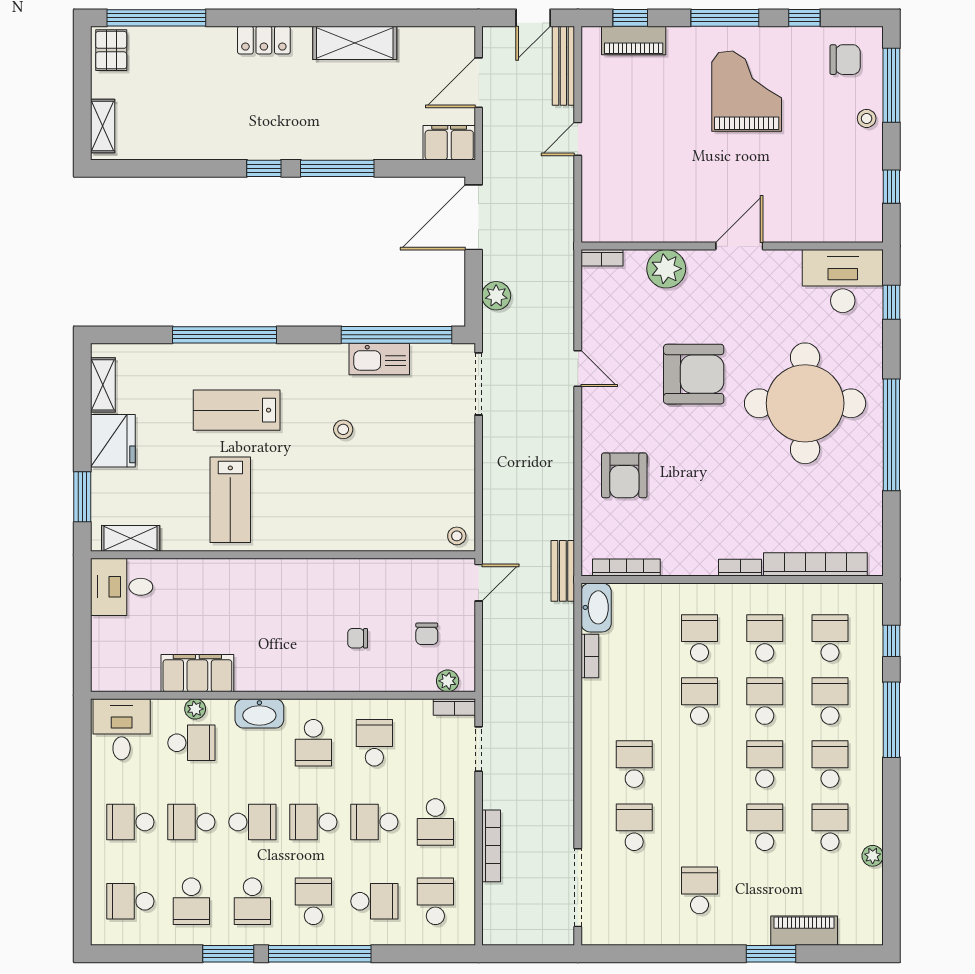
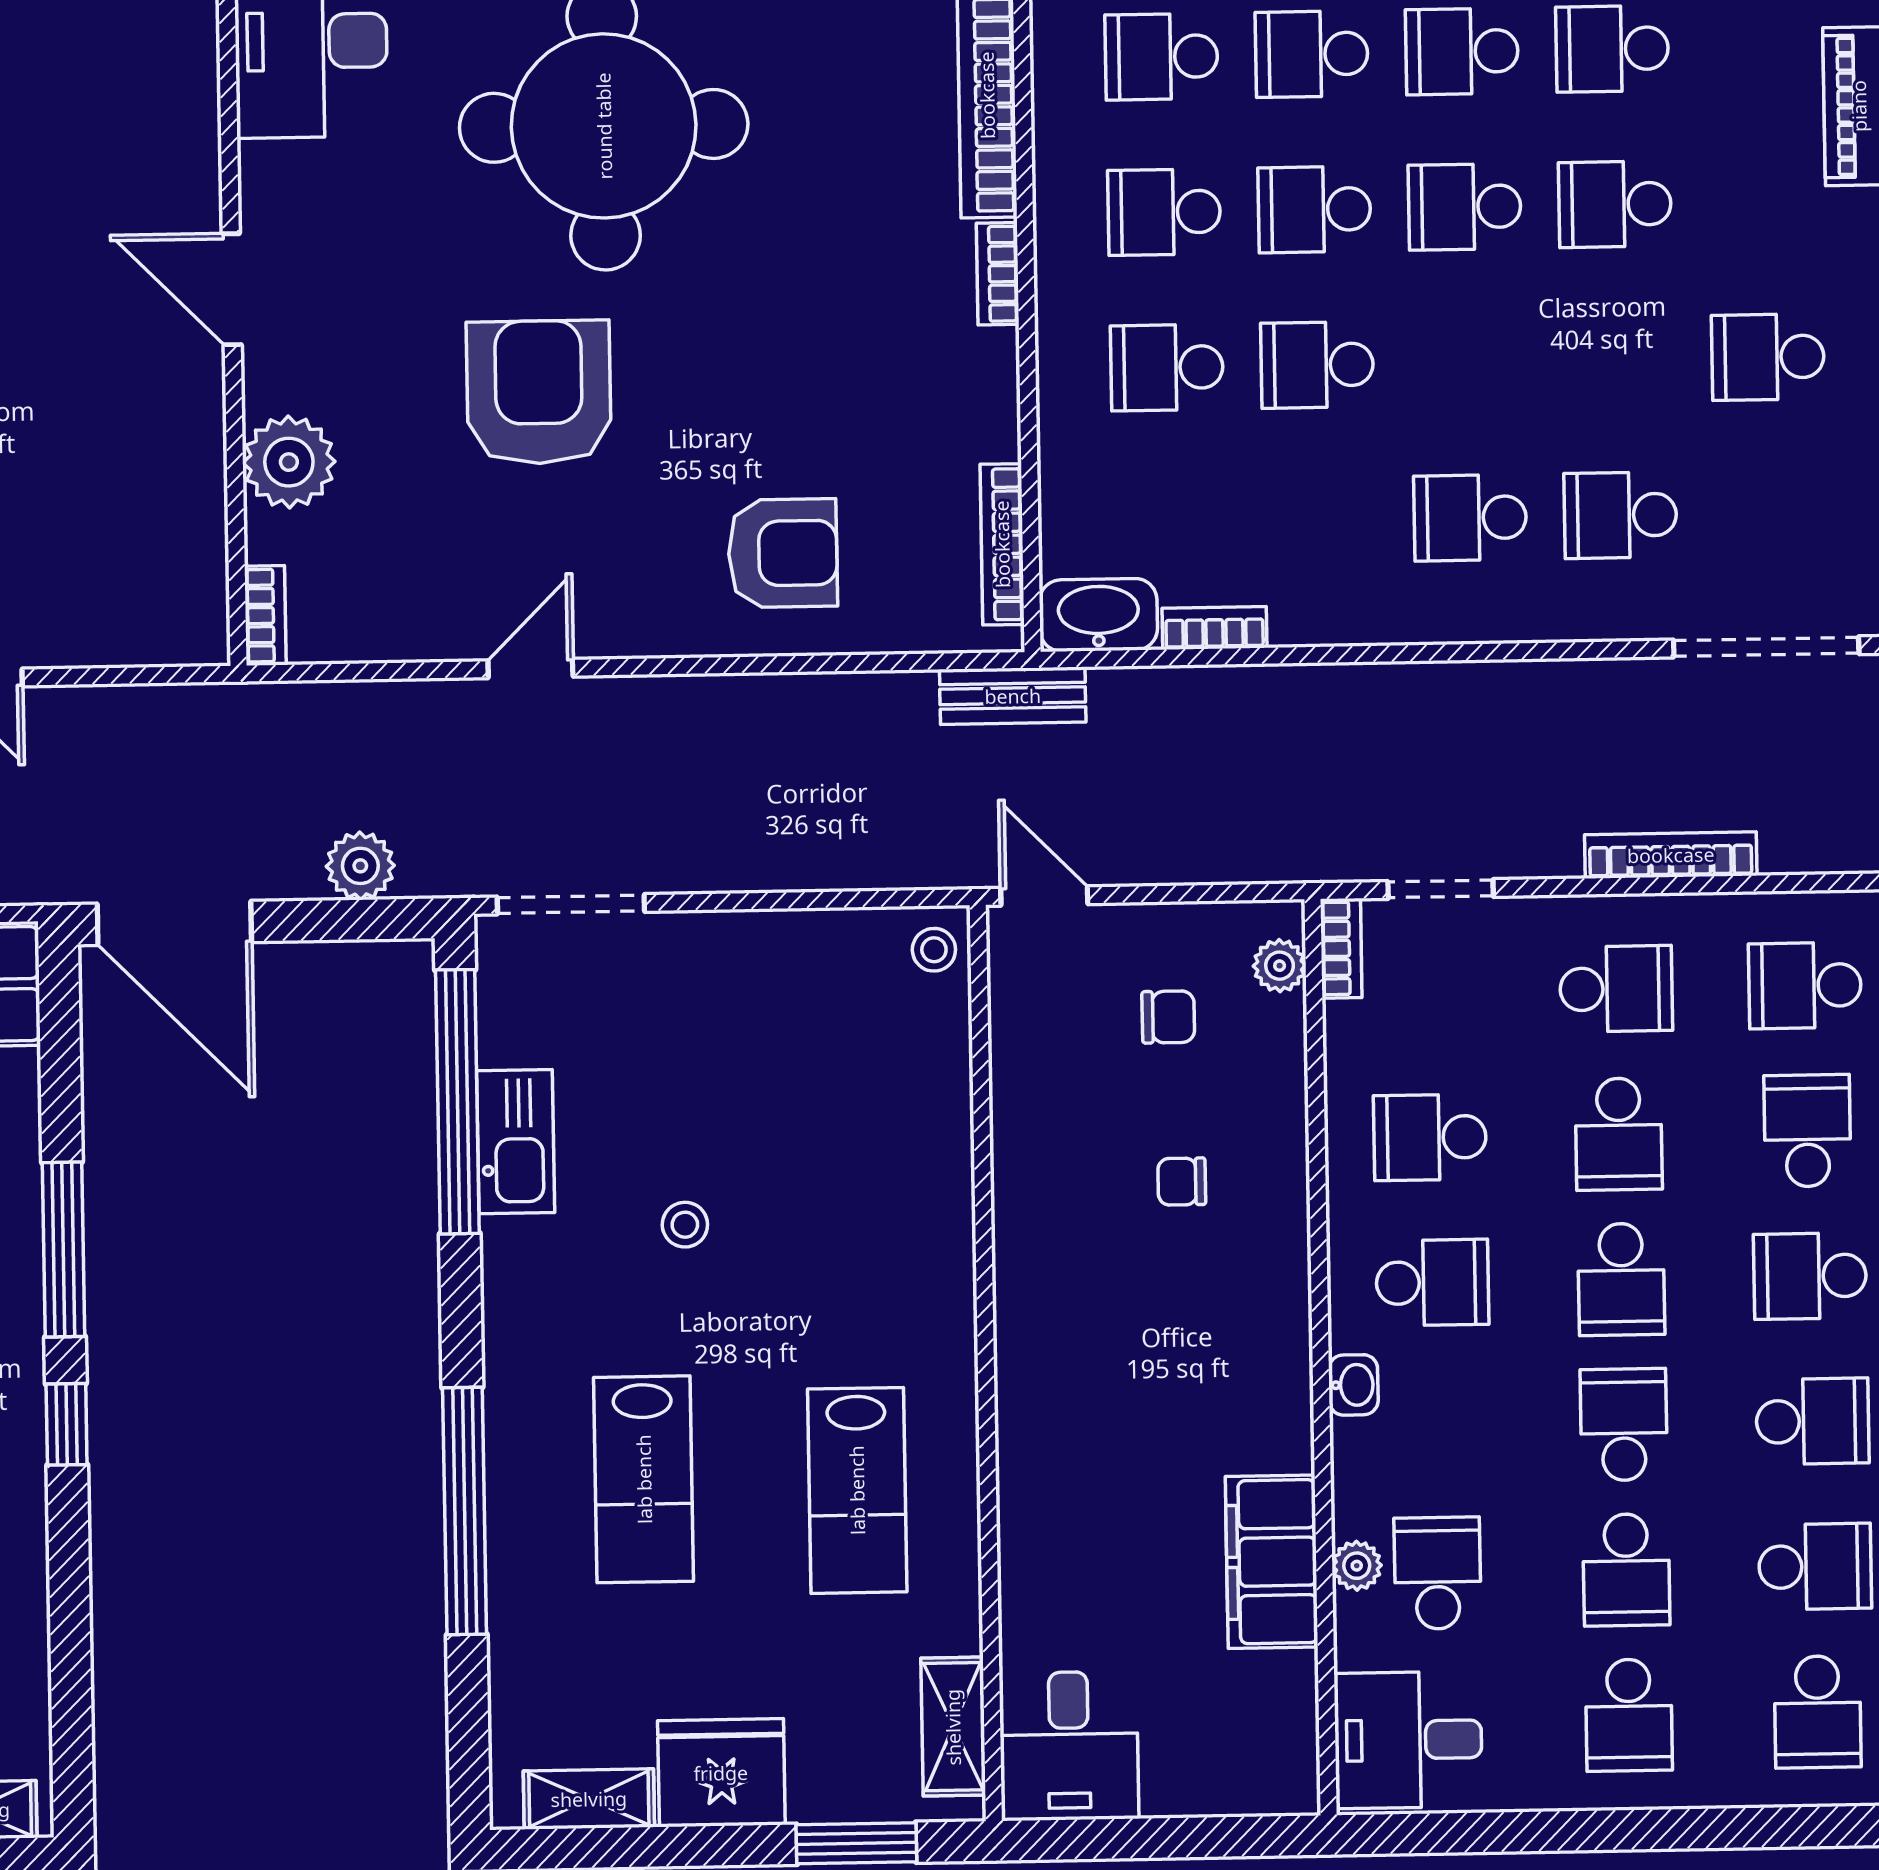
lab bench: (230, 500) -> (857, 1490), turned 90
chair: (358, 638) -> (1182, 1182), turned 90
washbasin: (259, 713) -> (1353, 1385), width x0.52, depth x0.69

